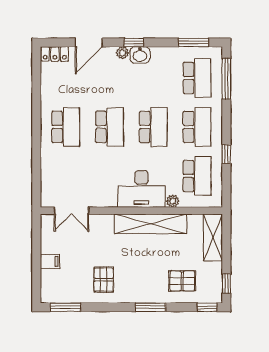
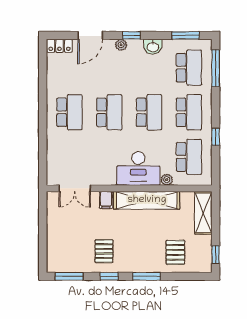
washbasin: (140, 55) -> (153, 47), moved
filing cabinet: (50, 261) -> (106, 200), moved, turned 90
pallet: (182, 281) -> (175, 252), turned 90
window: (207, 307) -> (109, 276), moved

